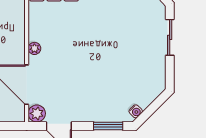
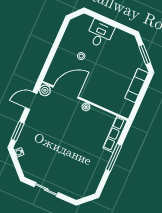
sliding door: (170, 37) -> (46, 190), moved

